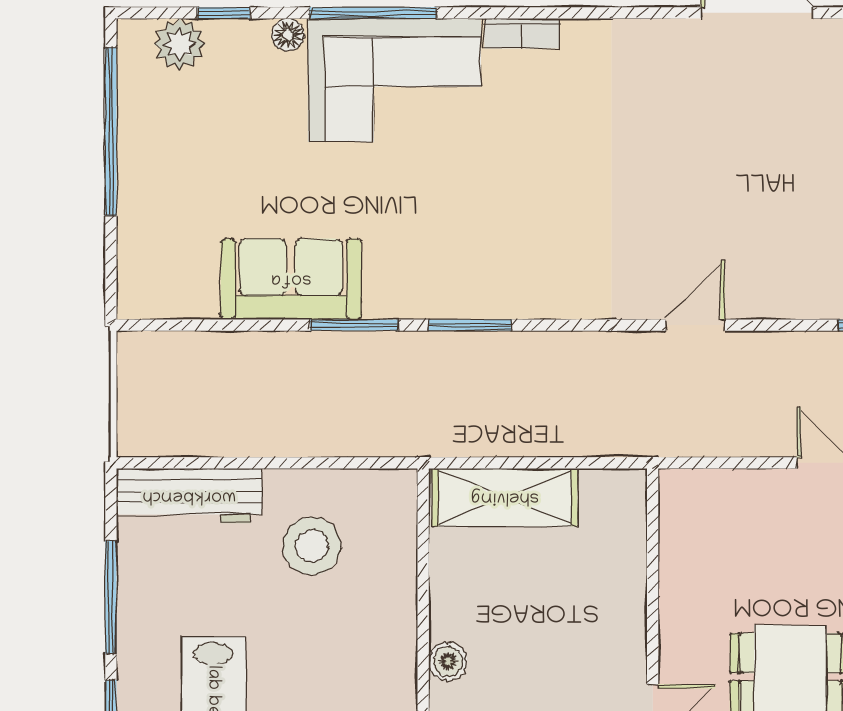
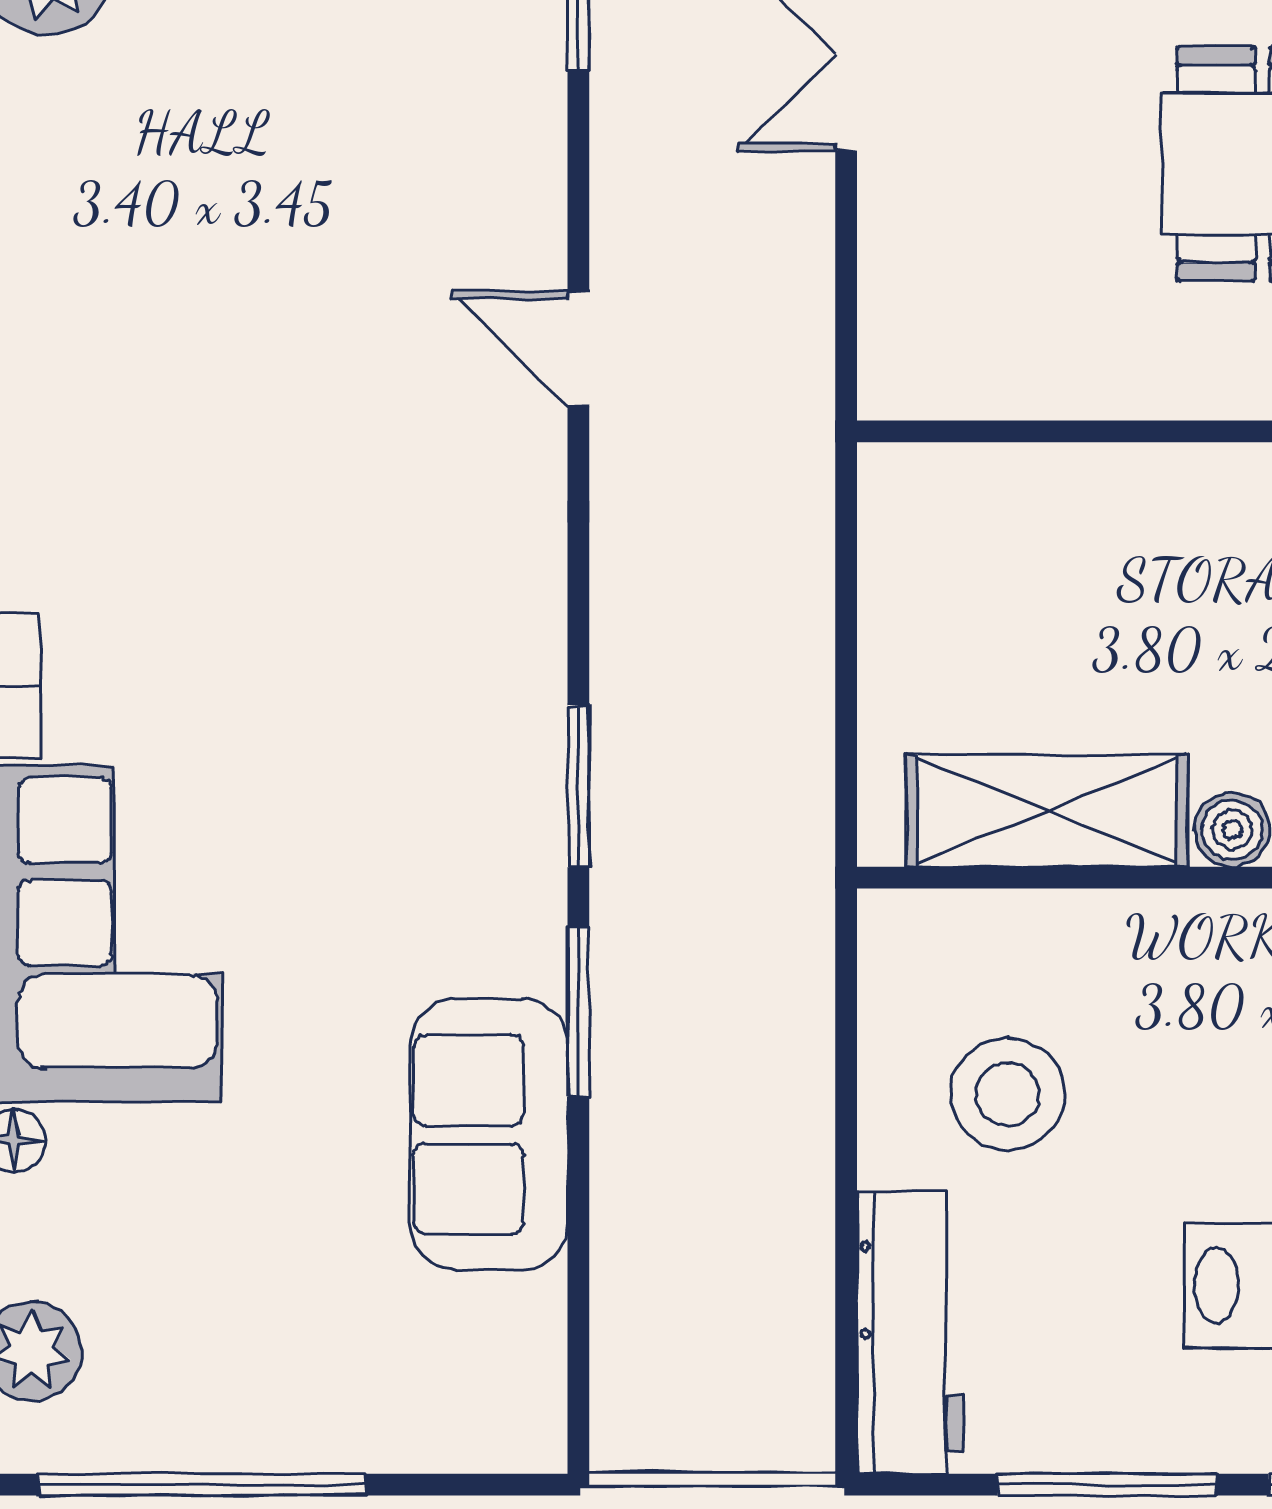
shelving: (505, 497) -> (1047, 811), moved, turned 90

